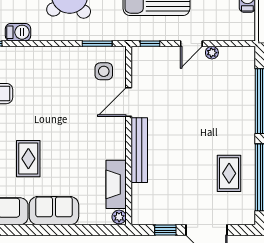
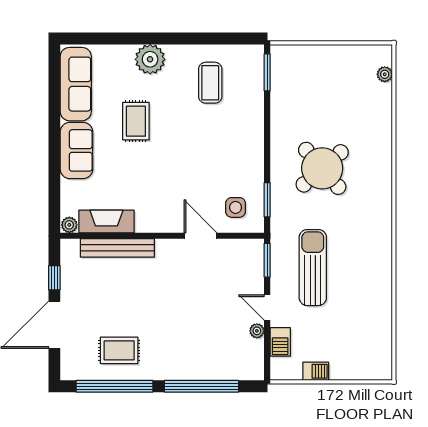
barbecue: (18, 32) -> (280, 342), moved
window: (150, 44) -> (267, 260), width x1.50
bench: (139, 150) -> (117, 248), moved
rug: (28, 159) -> (136, 121), turned 90

